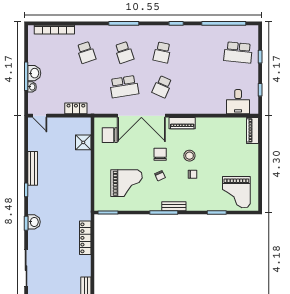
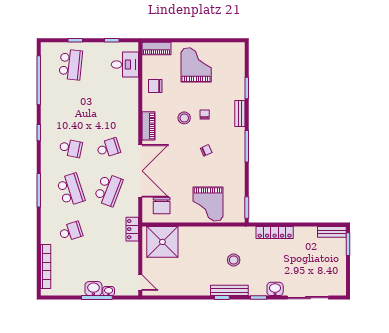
school desk: (124, 52) -> (71, 190), width x1.85
school desk: (124, 87) -> (108, 190), turned 30
school desk: (162, 87) -> (108, 148), turned -42
locker: (76, 108) -> (132, 229), moved
door: (40, 116) -> (140, 283), hinge flipped
shower: (83, 142) -> (162, 242), width x1.86, depth x1.86
chair: (160, 154) -> (155, 86), moved
bench: (33, 168) -> (229, 290), moved
grand piano: (126, 183) -> (208, 204), moved, turned 180
grand piano: (236, 192) -> (196, 65), moved, turned -90
stool: (60, 201) -> (234, 260), added
bench: (174, 206) -> (240, 113), moved
washbasin: (34, 222) -> (275, 289), moved

